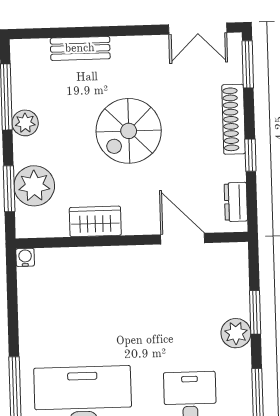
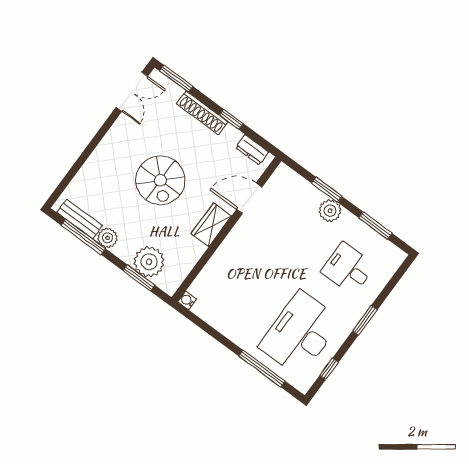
bench: (80, 48) -> (80, 219), moved, turned 90
wardrobe: (95, 221) -> (211, 225), moved

